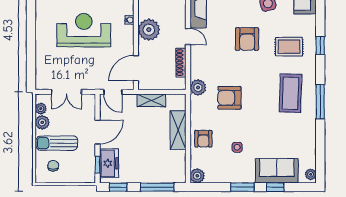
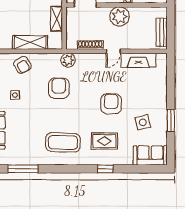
armchair: (247, 39) -> (111, 104), turned 90
rug: (289, 47) -> (104, 141), turned 90
window: (320, 102) -> (23, 169), moved
armchair: (203, 139) -> (22, 65), turned -119

